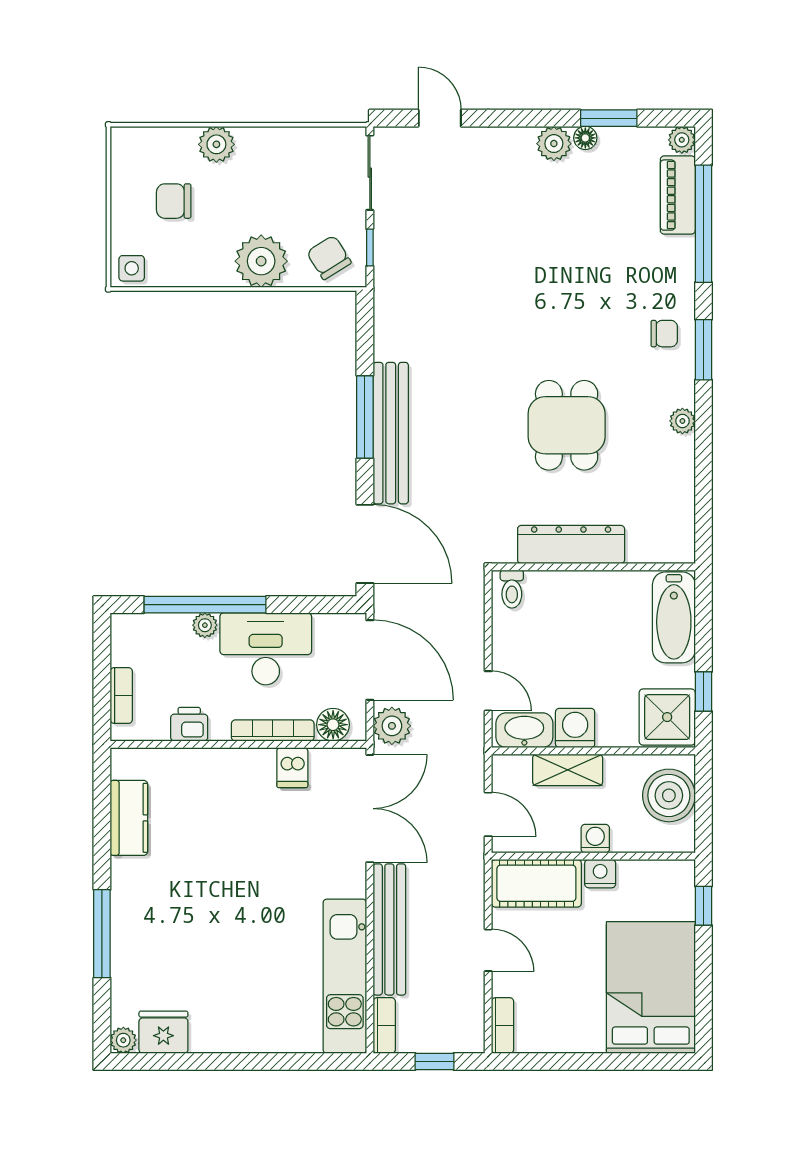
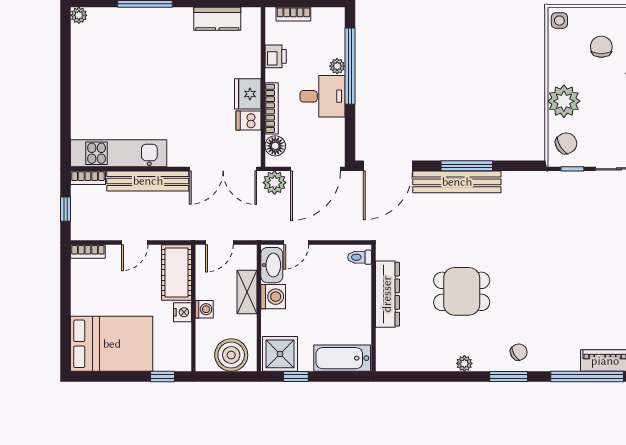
chair: (664, 334) -> (519, 352), turned -121
desk: (266, 649) -> (322, 96), width x0.73
fridge: (163, 1032) -> (248, 94), moved, turned 180

